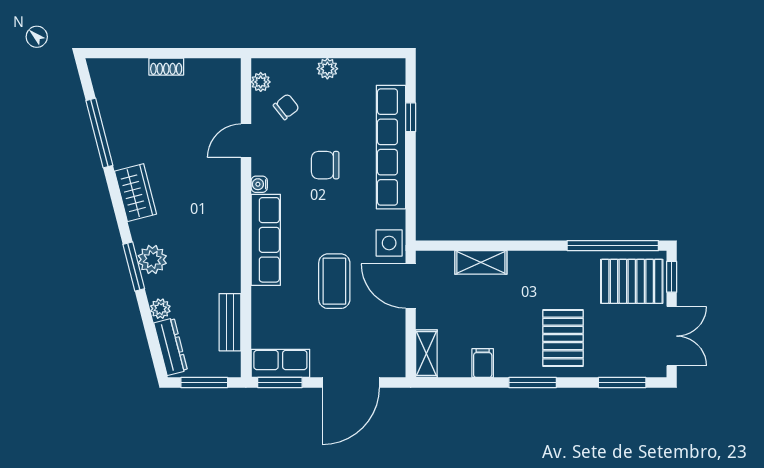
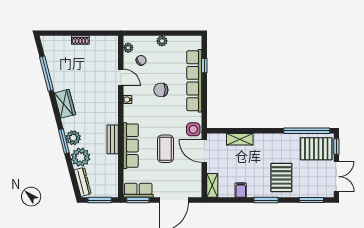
door: (246, 141) -> (121, 78), swing flipped
row of seats: (266, 240) -> (131, 146), moved
plant: (160, 309) -> (81, 157), width x1.88, depth x1.88
bench: (230, 322) -> (113, 139), moved

